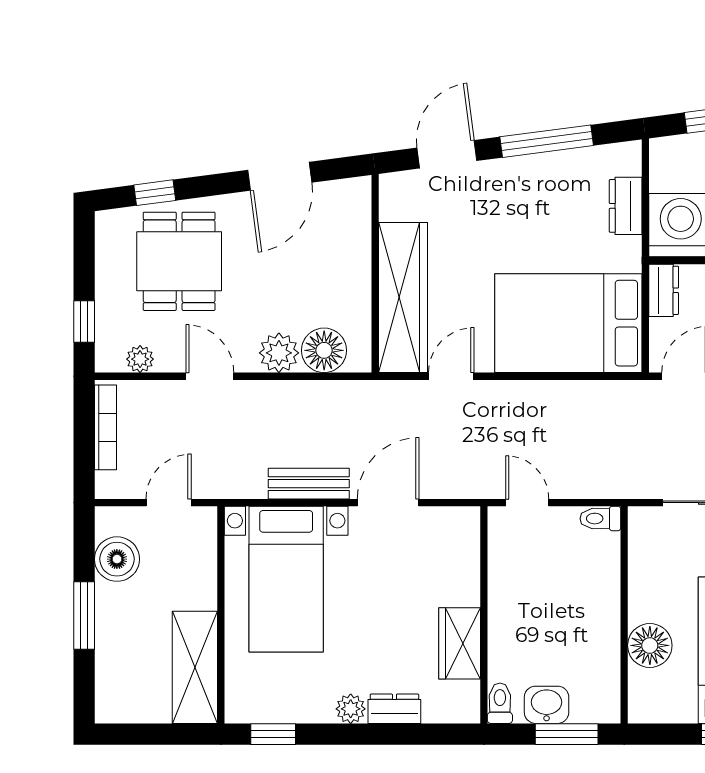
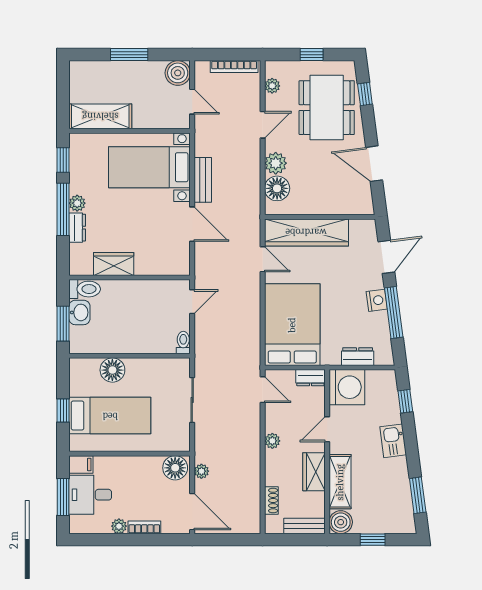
door: (447, 154) -> (386, 257), hinge flipped
nightstand: (525, 172) -> (377, 300), added
dining table: (179, 261) -> (327, 108), width x1.37
window: (84, 321) -> (312, 55), moved
boiler: (117, 559) -> (178, 73), moved
toilet: (500, 703) -> (85, 289), width x1.37, depth x1.39
window: (362, 734) -> (63, 209), added

